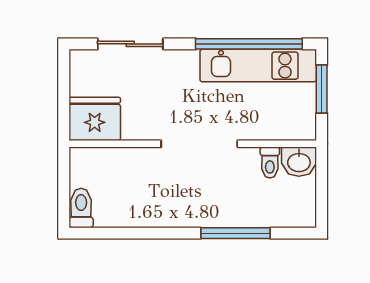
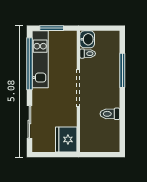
toilet: (81, 208) -> (110, 114), moved

